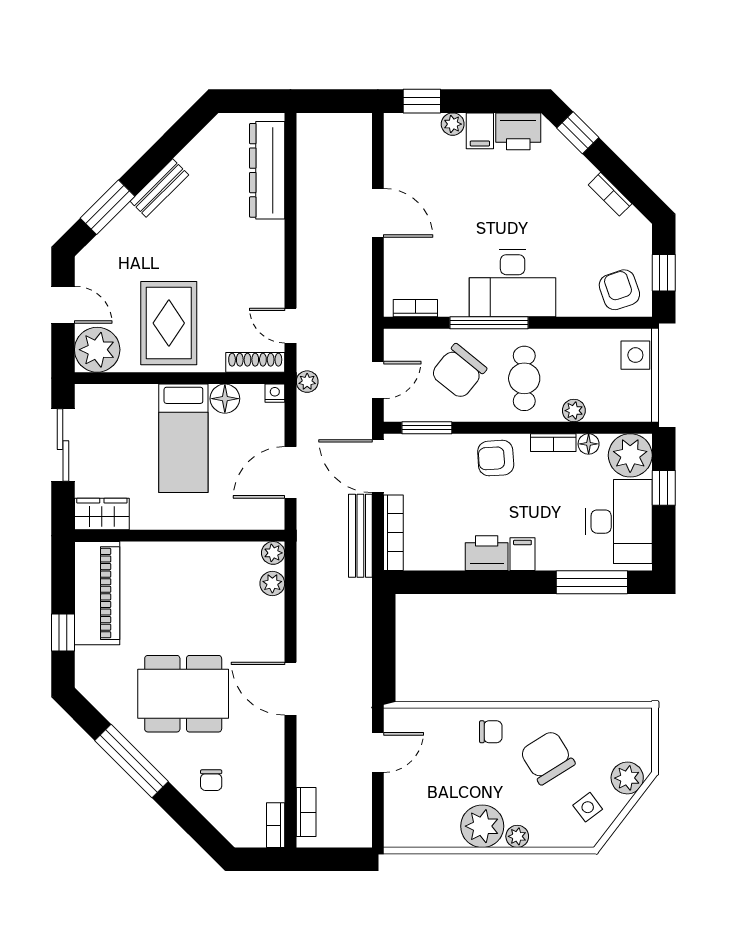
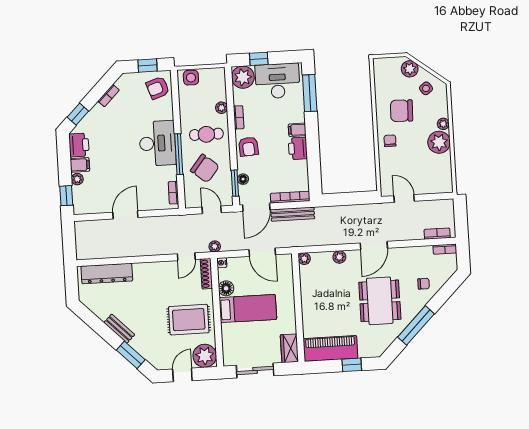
floor lamp: (589, 444) -> (243, 179), moved
plant: (272, 583) -> (339, 257), moved
chair: (547, 757) -> (402, 111), turned 34

